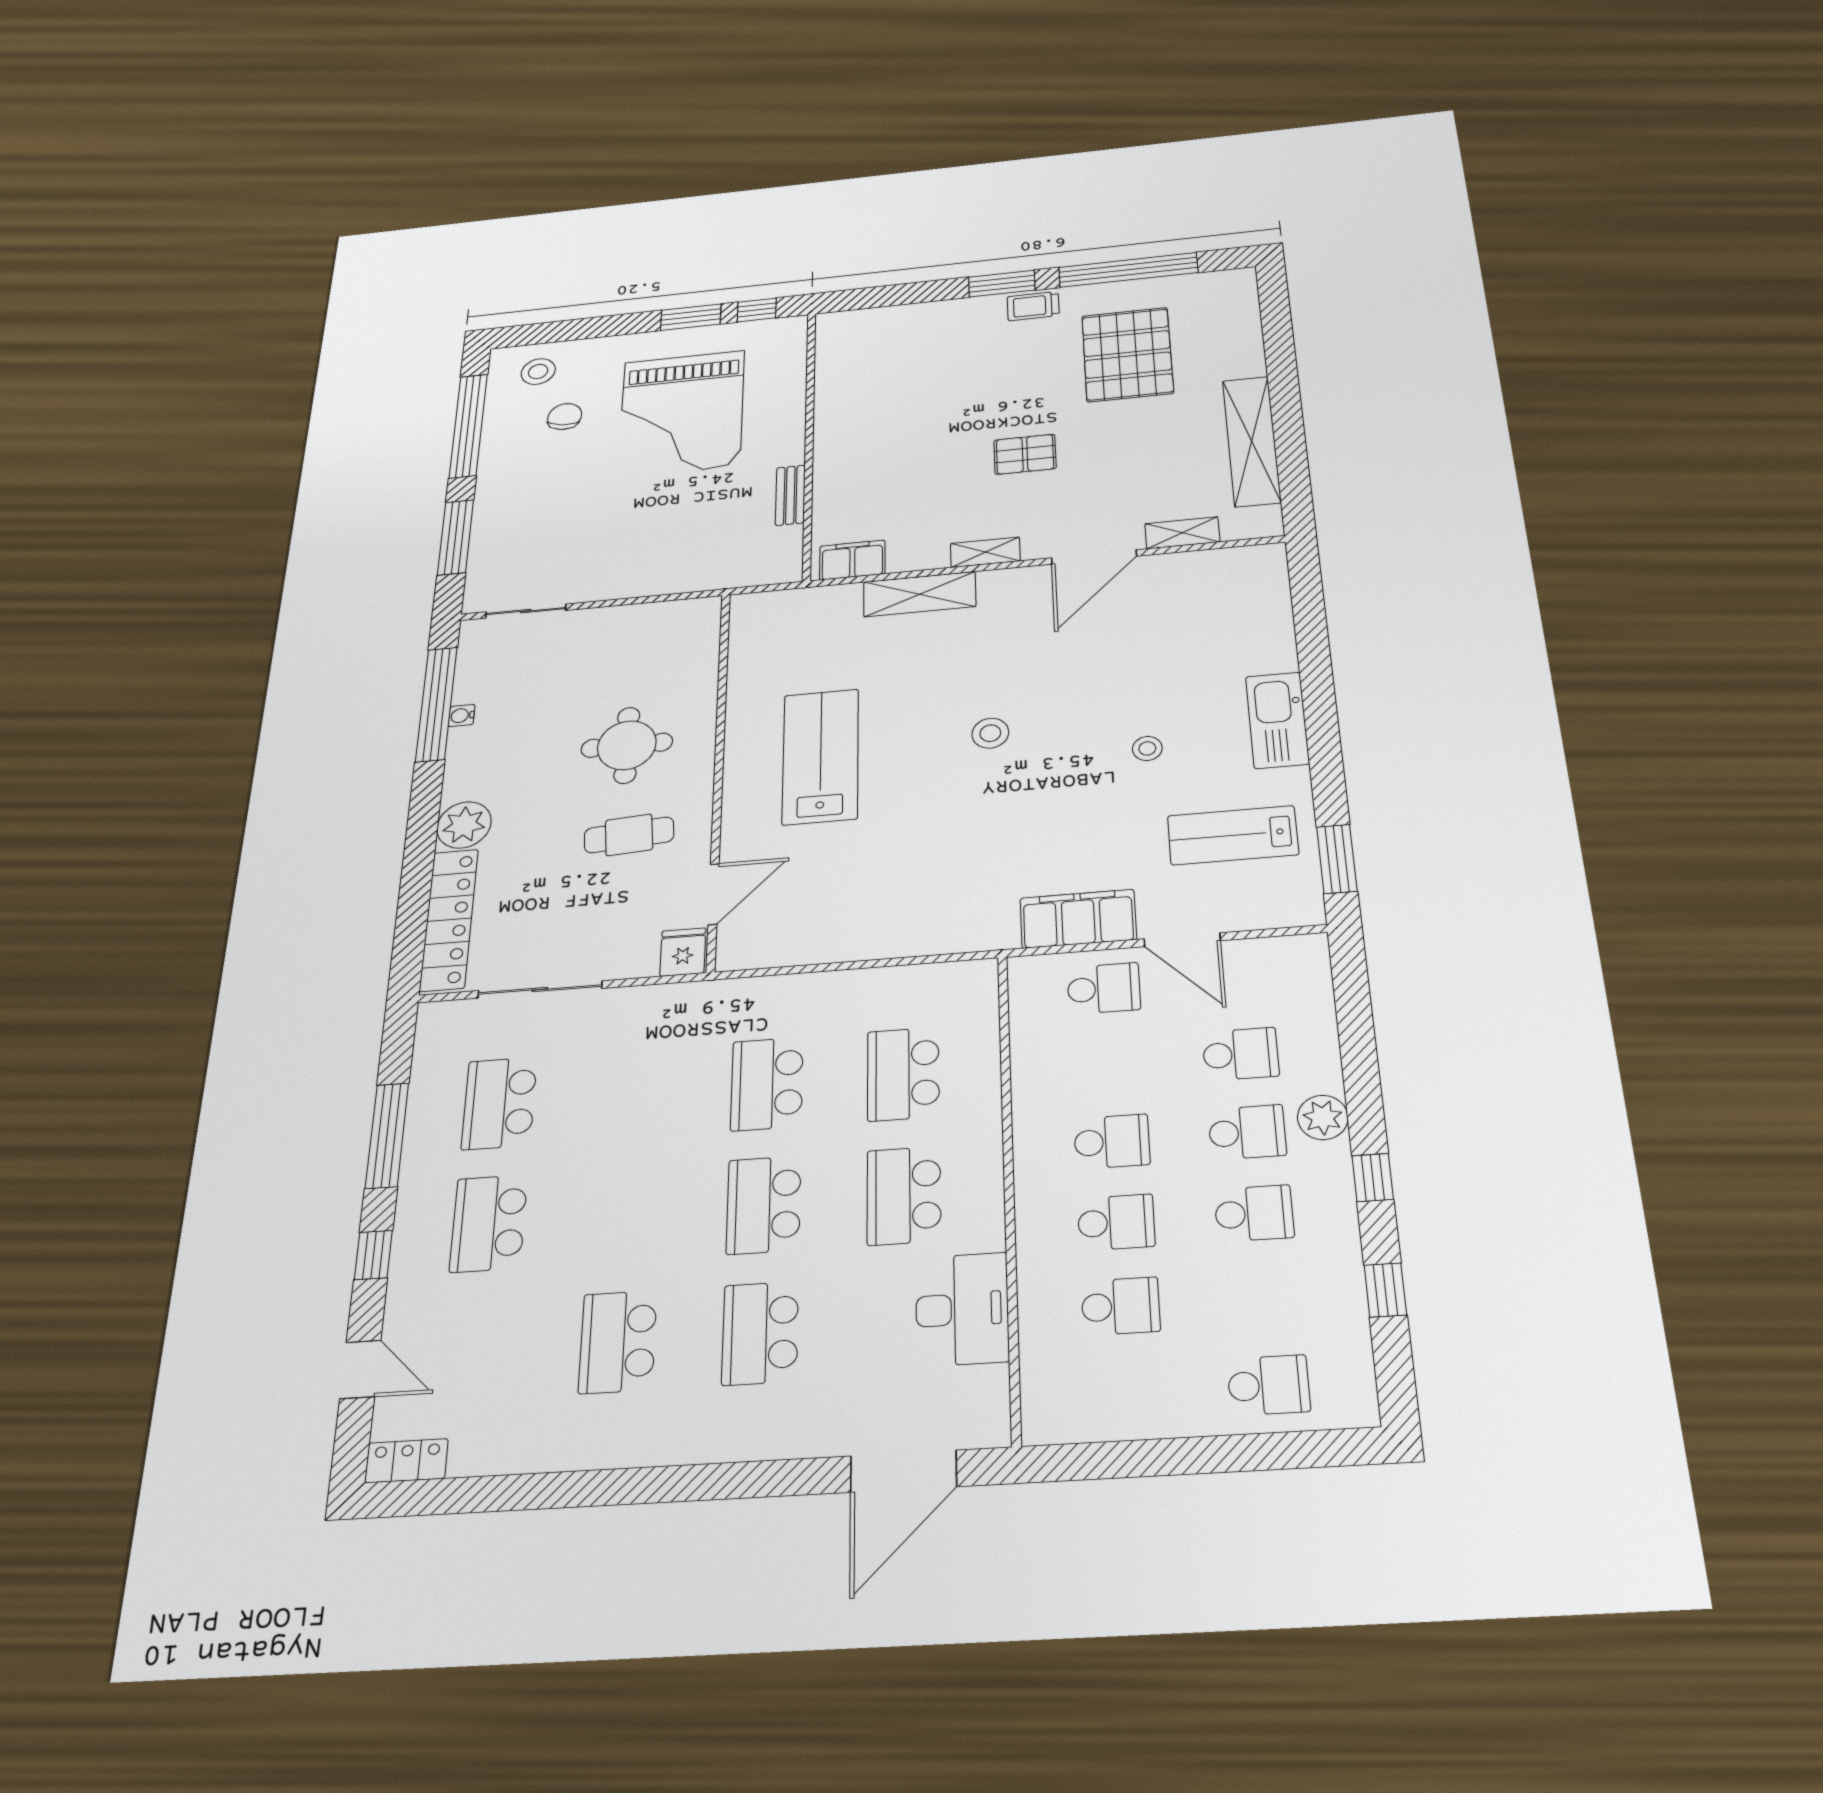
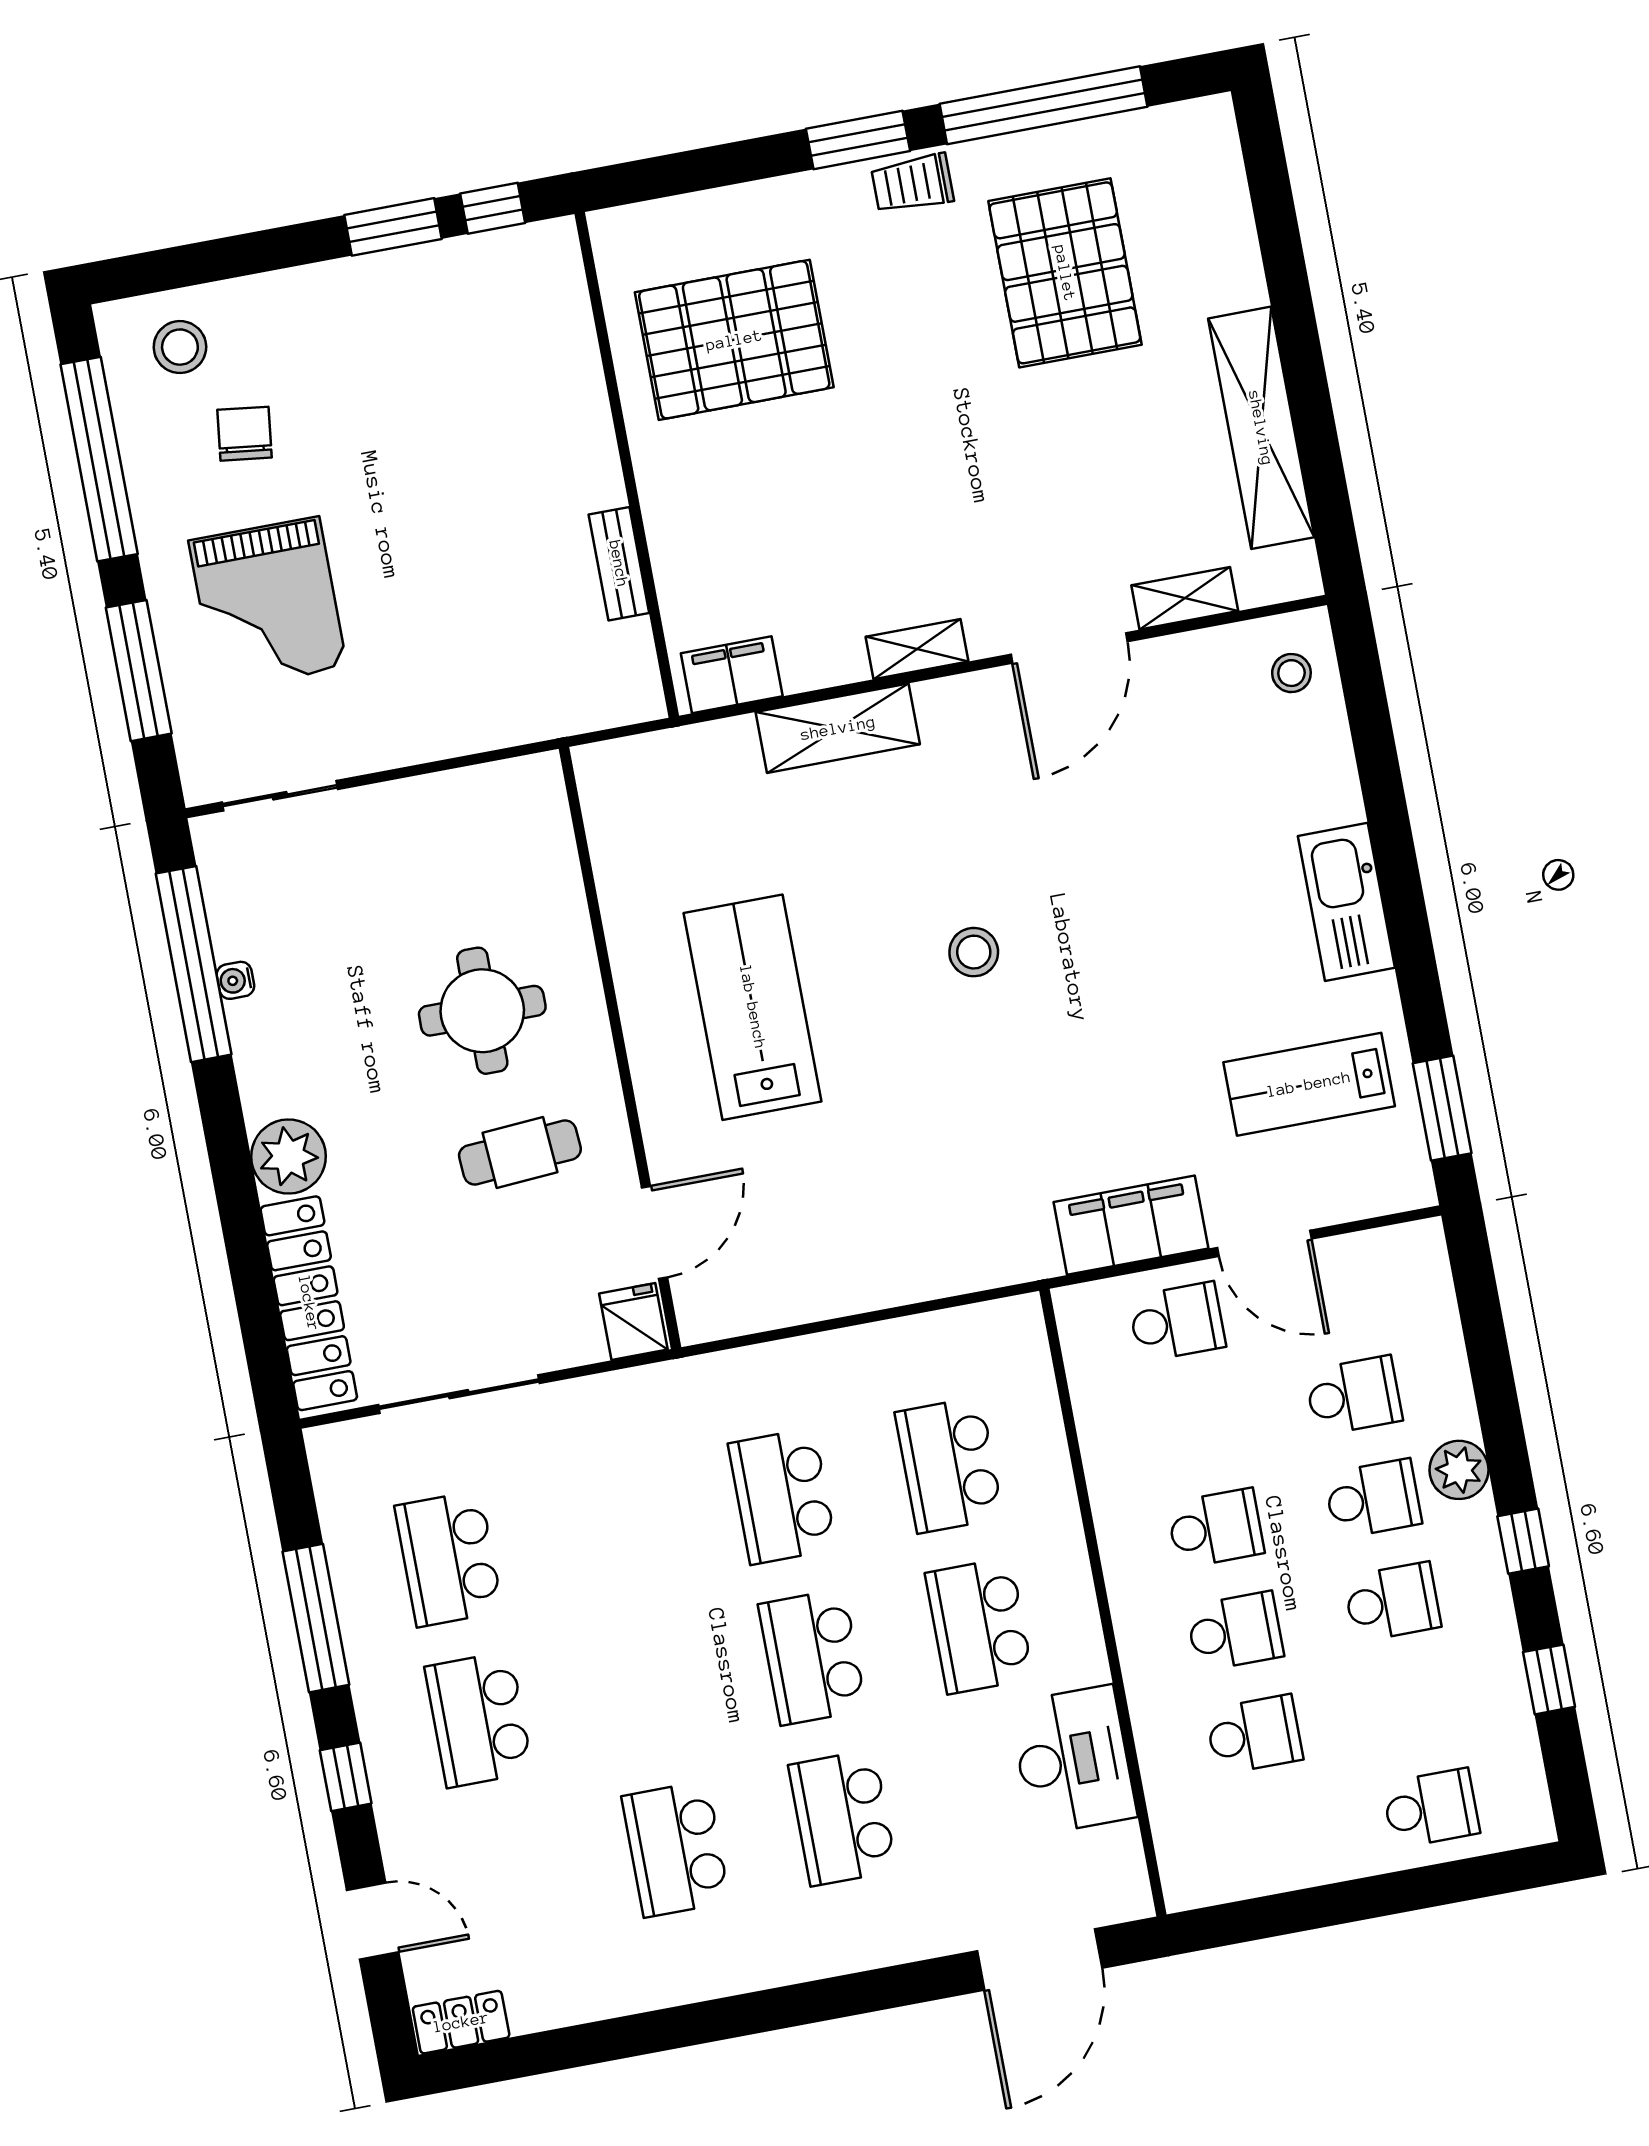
grand piano: (682, 413) -> (268, 604), moved, width x0.73, depth x0.68
pallet: (1025, 454) -> (734, 340), moved, width x2.05, depth x2.00
stool: (1147, 748) -> (1291, 673), moved

